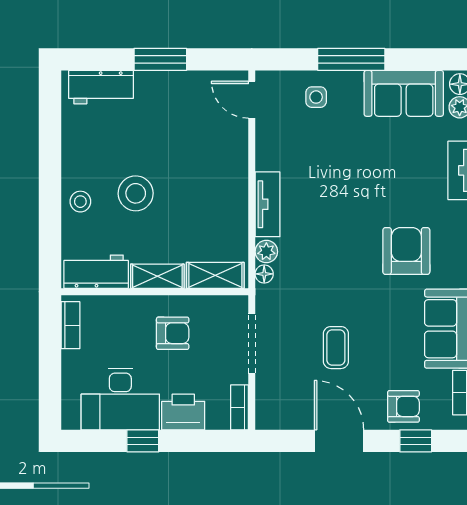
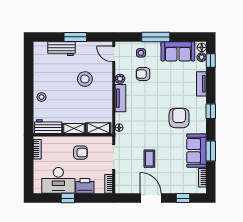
workbench: (101, 87) -> (62, 49), moved
stool: (136, 193) -> (85, 79), moved
plant: (266, 252) -> (120, 79), moved
armchair: (403, 406) -> (143, 74), moved, turned 180

